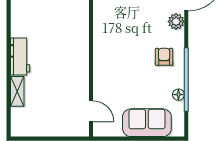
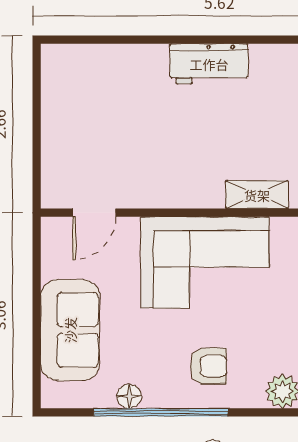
corner sofa: (115, 58) -> (205, 263), added
shelving: (17, 91) -> (257, 195), moved

